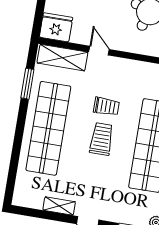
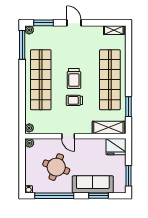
door: (99, 51) -> (68, 136), moved
shelving: (59, 206) -> (114, 30), moved

